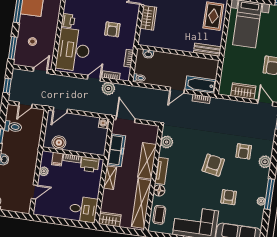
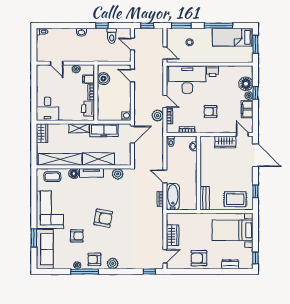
armchair: (244, 151) -> (94, 259), moved

